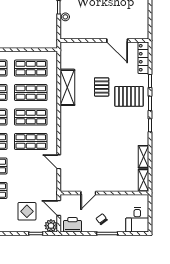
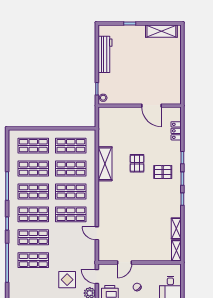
wall: (104, 40) -> (140, 106), moved
door: (117, 40) -> (152, 106), moved
locker: (143, 58) -> (176, 131), width x0.66
pallet: (129, 96) -> (163, 172), width x0.67, depth x0.71

